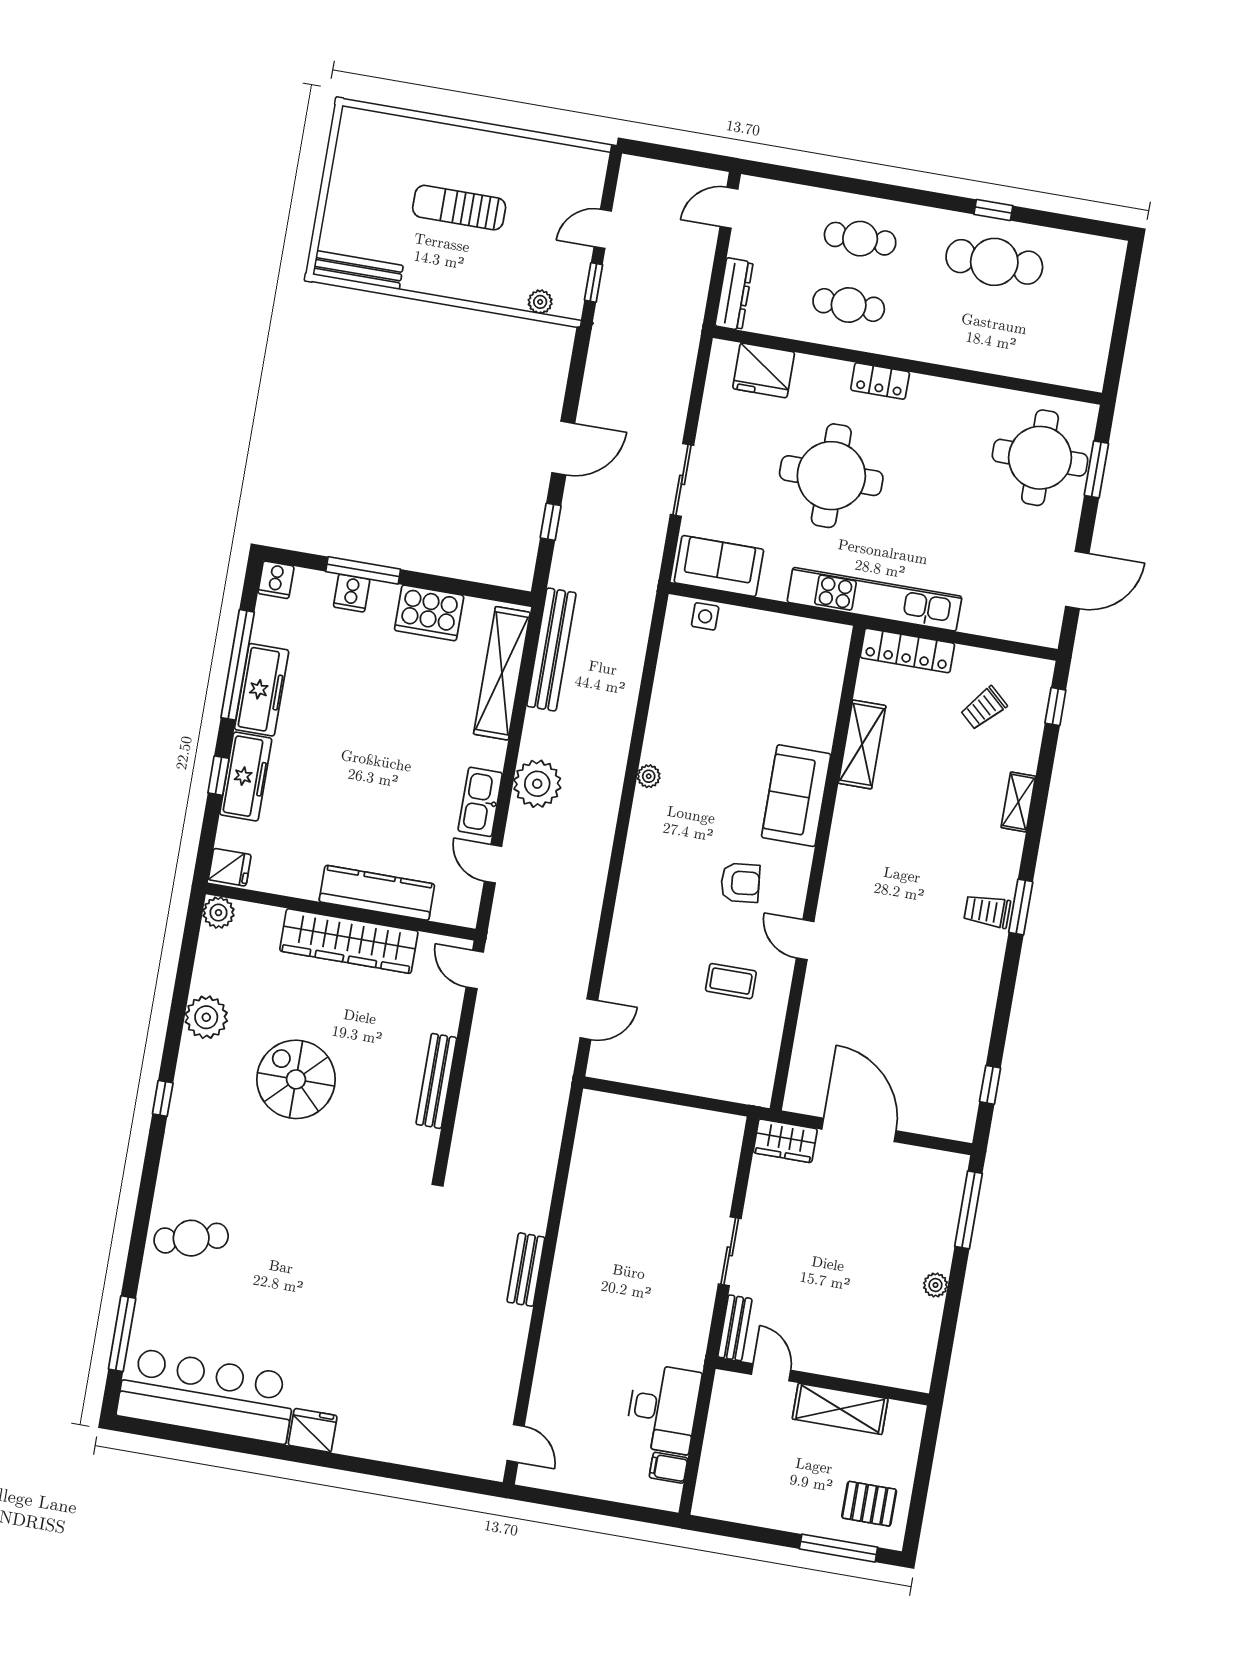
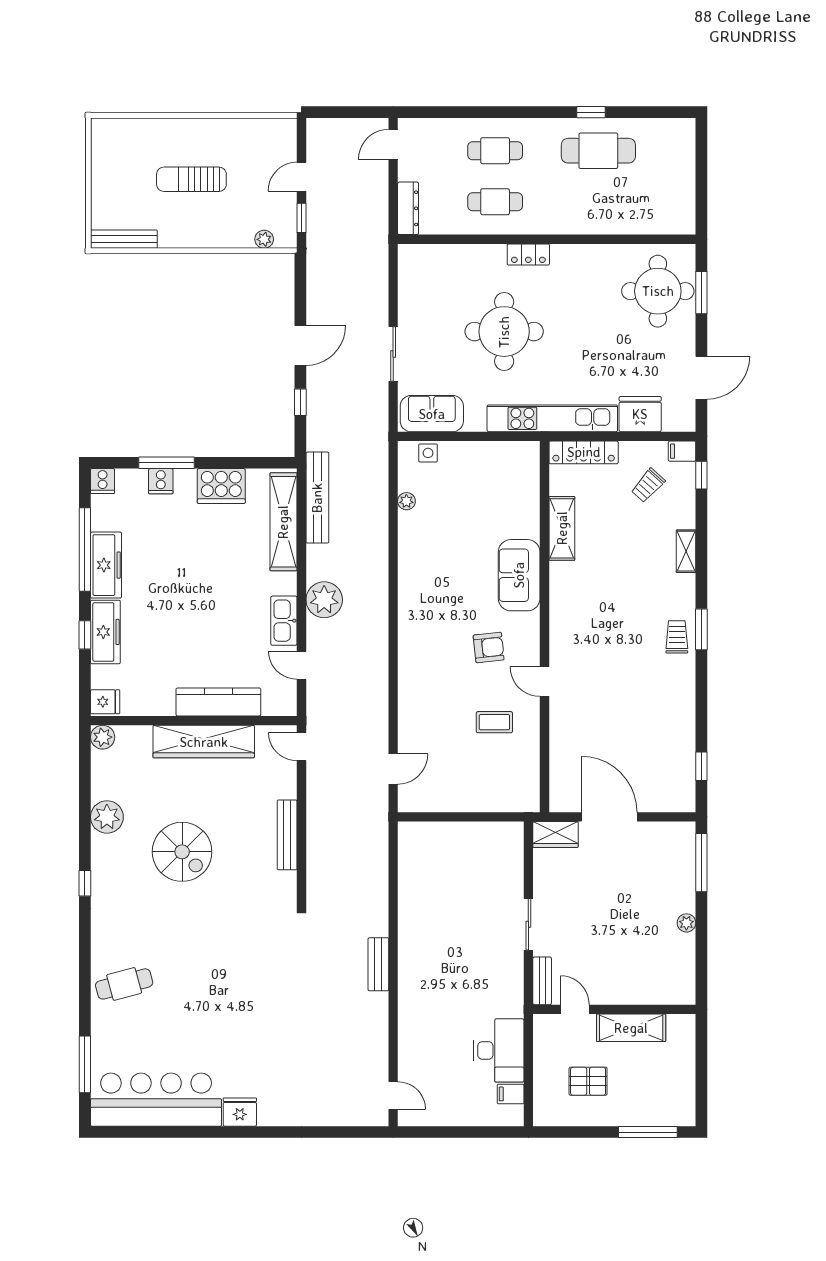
fridge: (764, 370) -> (640, 414), moved, turned 180
filing cabinet: (1036, 671) -> (682, 451), added
plant: (649, 776) -> (406, 501), moved
trolley: (987, 911) -> (677, 637), turned 90
spiral stairs: (296, 1079) -> (182, 852), turned 180
pallet: (869, 1504) -> (588, 1081), moved

